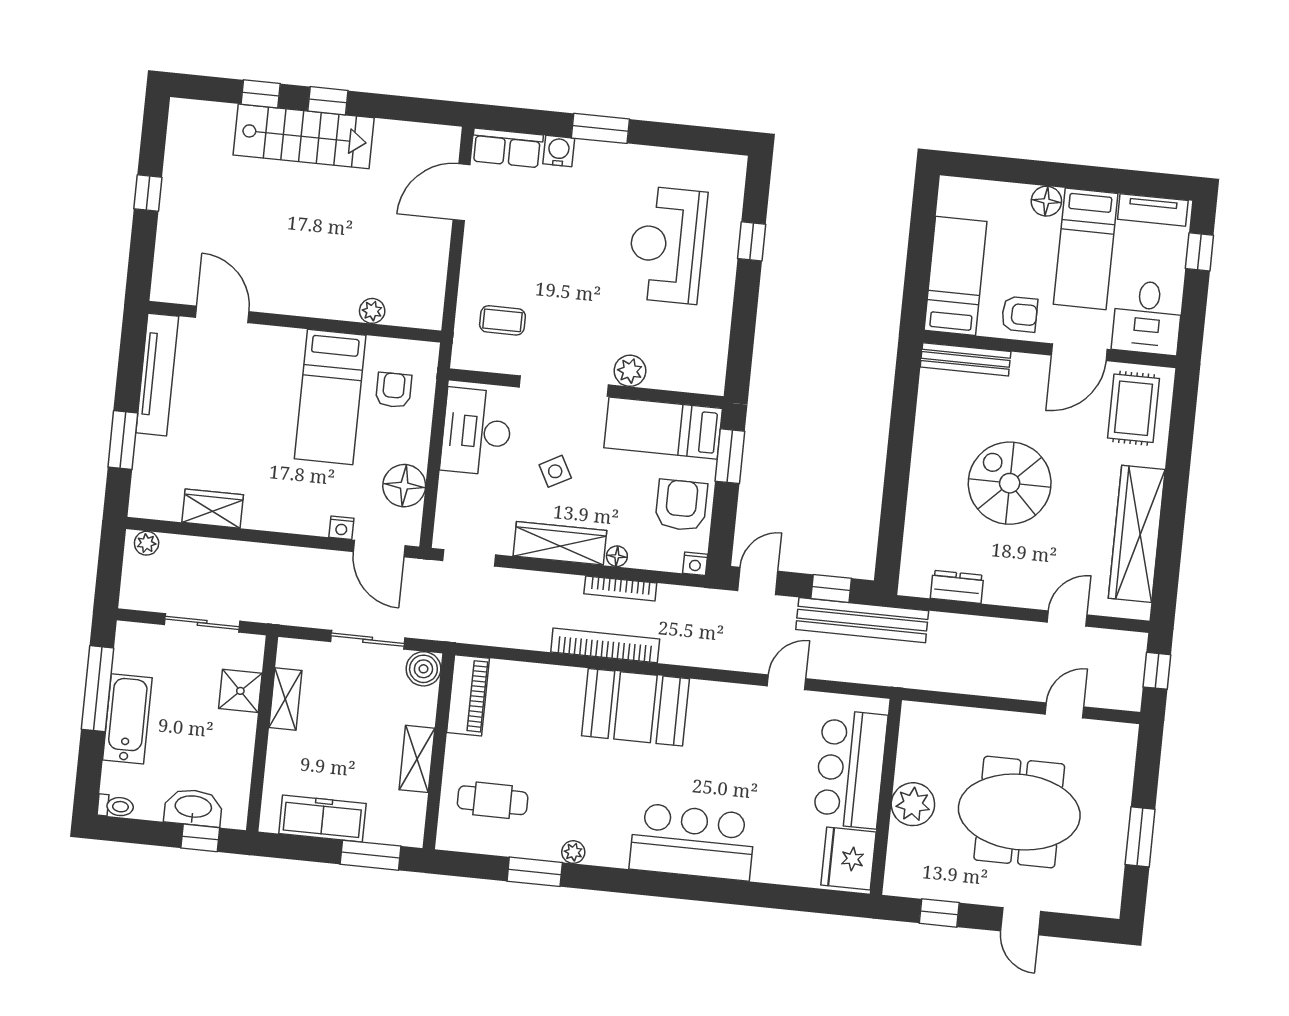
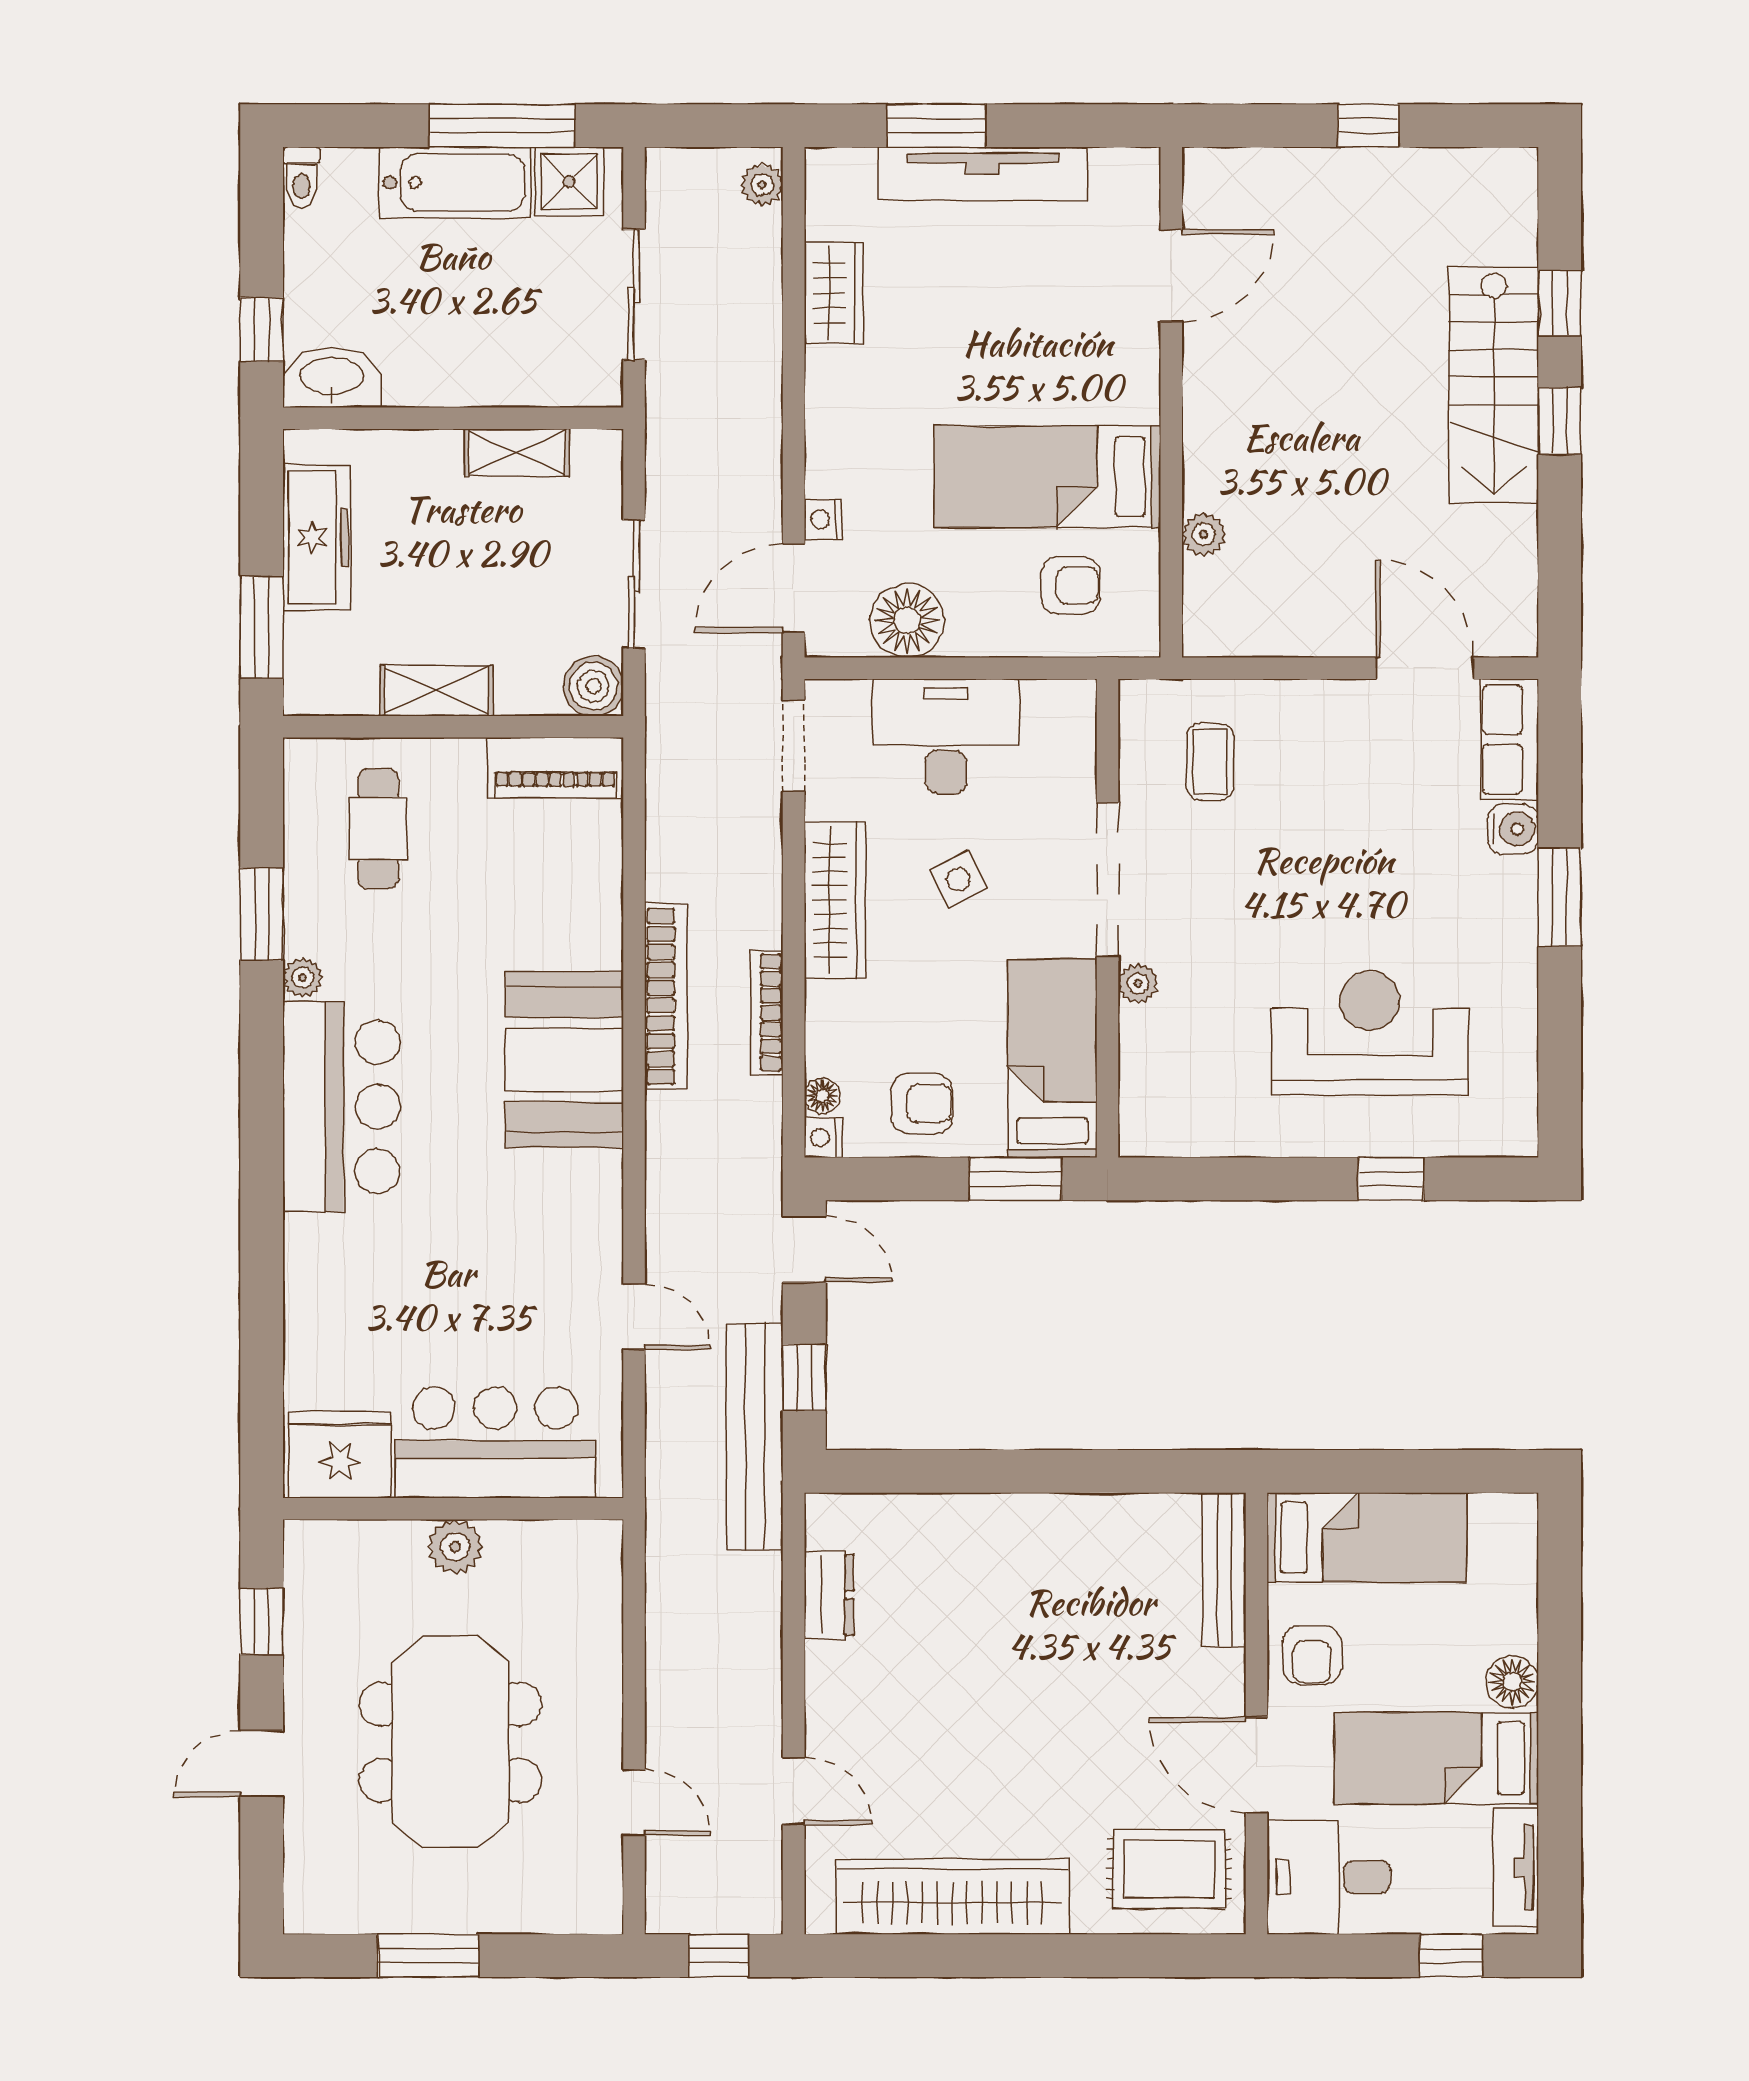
plant: (630, 371) -> (1138, 984), width x0.73, depth x0.73
tv unit: (157, 375) -> (983, 174), moved
desk: (477, 432) -> (946, 736), moved
spiral stairs: (1010, 483) -> (1018, 1668), removed
armchair: (681, 505) -> (922, 1104), width x0.72, depth x0.72
floor lamp: (617, 556) -> (822, 1096), moved
shower: (240, 691) -> (569, 181), moved
plant: (913, 804) -> (455, 1547), width x0.73, depth x0.73
washbasin: (193, 808) -> (332, 378), moved, turned -90
bar counter: (692, 842) -> (341, 1107), moved

